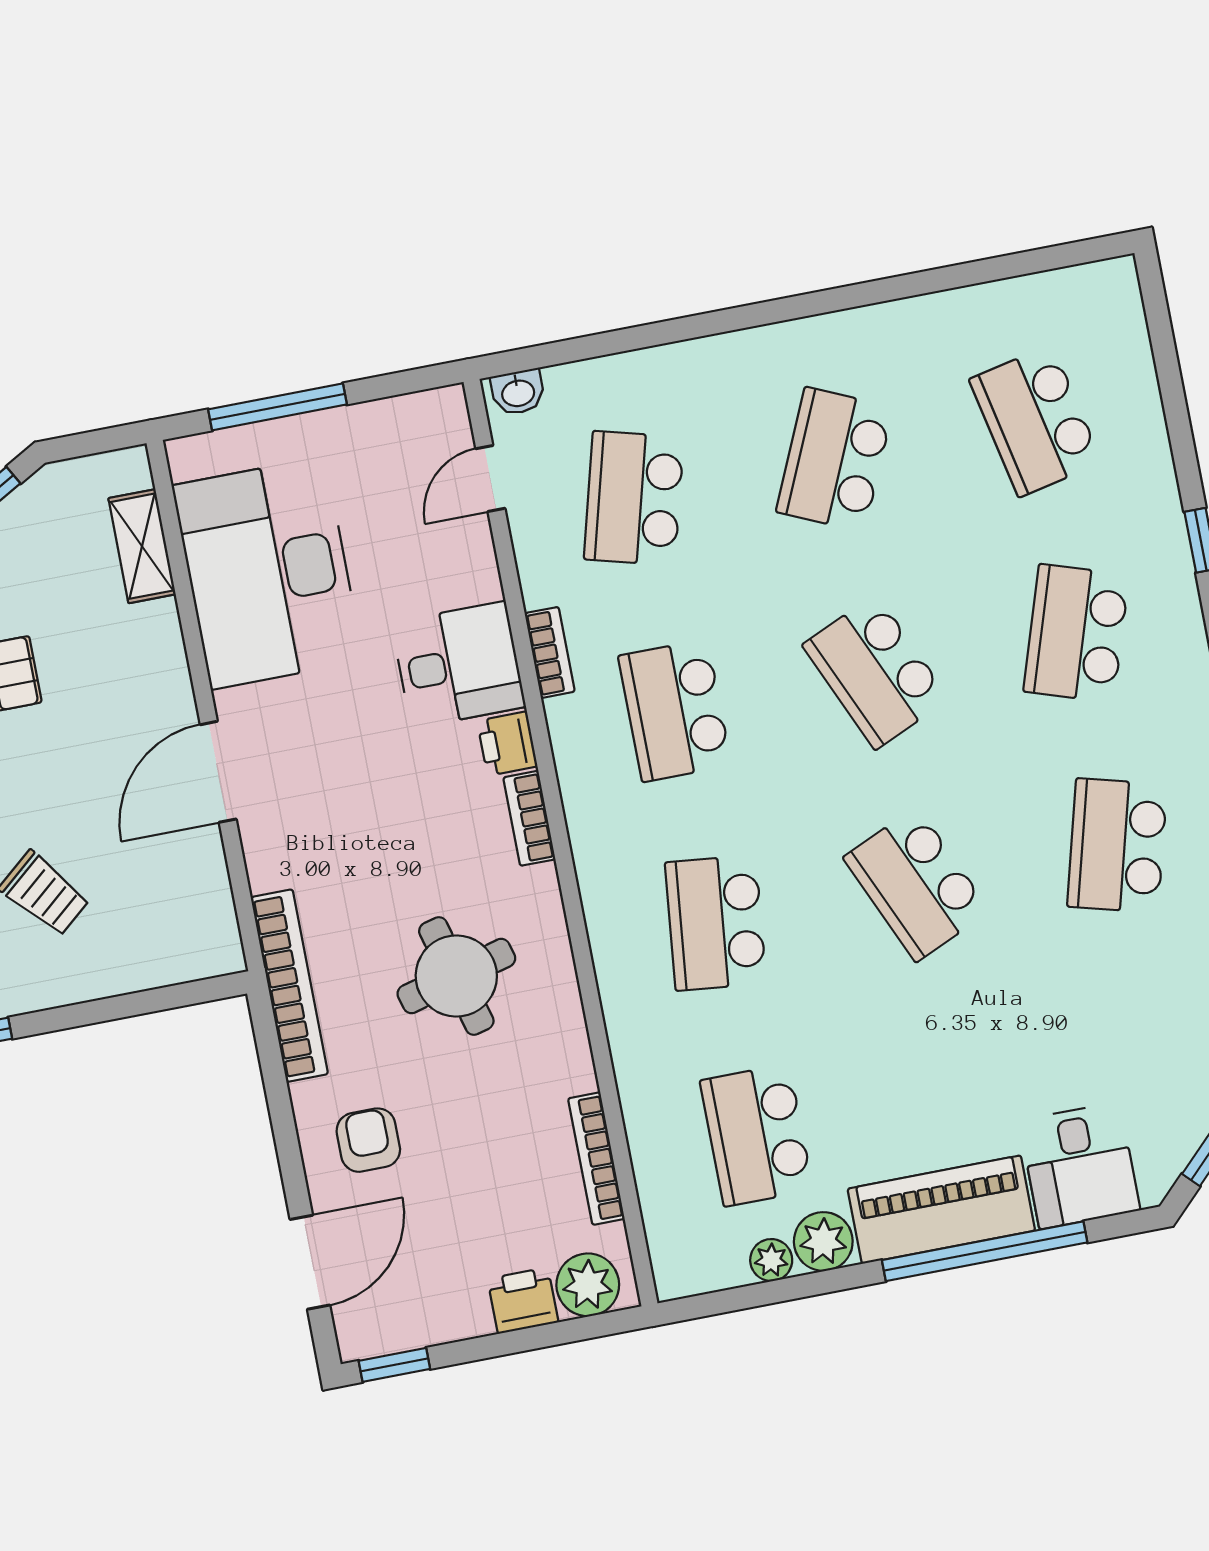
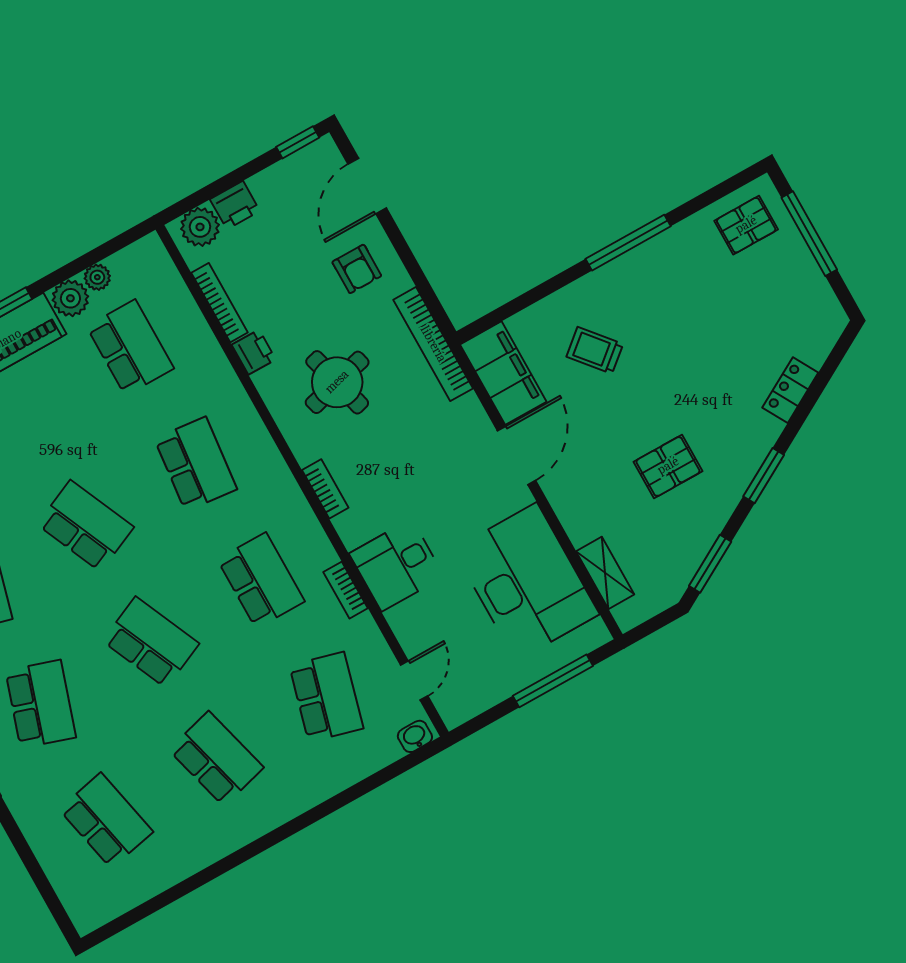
school desk: (835, 460) -> (216, 759), turned -39
printer: (507, 744) -> (254, 352), moved
filing cabinet: (196, 905) -> (503, 373), added

